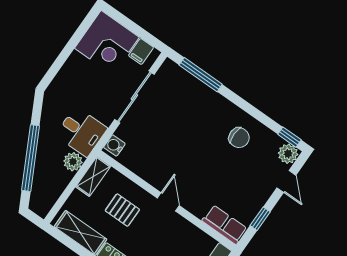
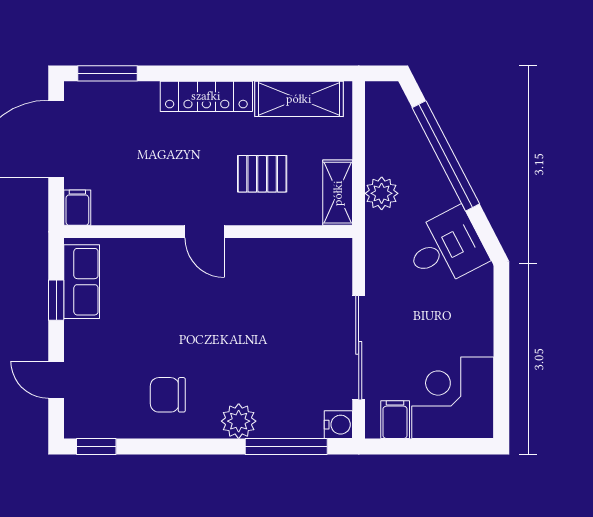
desk: (81, 132) -> (446, 248), moved, turned 153
water cooler: (114, 146) -> (338, 425), moved
plant: (288, 154) -> (239, 421), moved
row of seats: (225, 225) -> (82, 282), moved, turned -90

